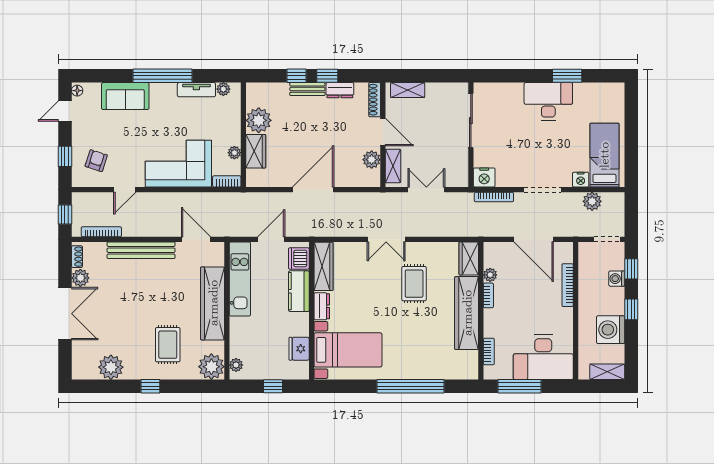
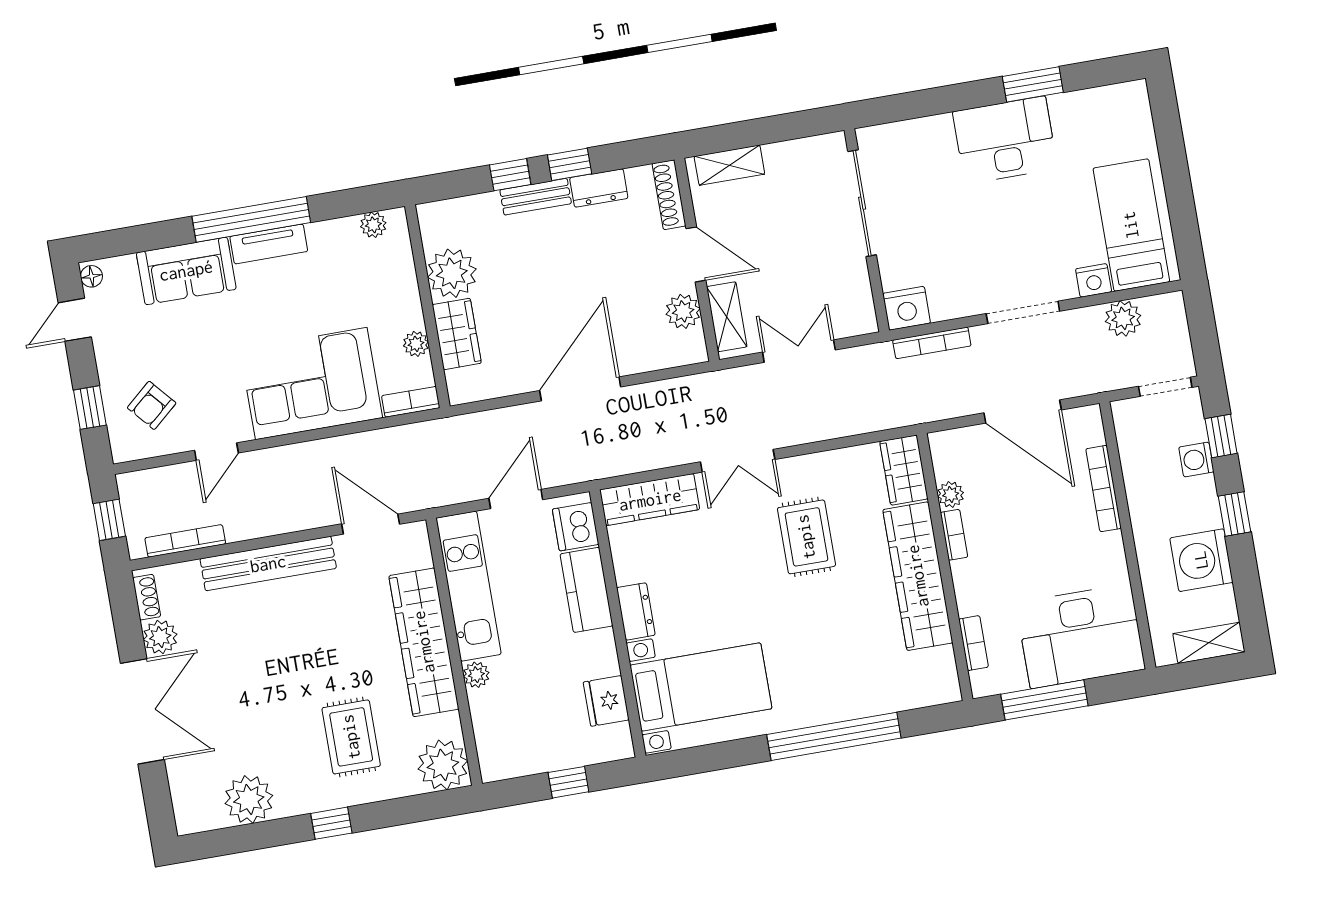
tv unit: (196, 90) -> (269, 244), moved
armchair: (96, 161) -> (152, 405), turned -149
wardrobe: (323, 266) -> (650, 500), moved, turned 90
plant: (236, 365) -> (476, 675), moved

